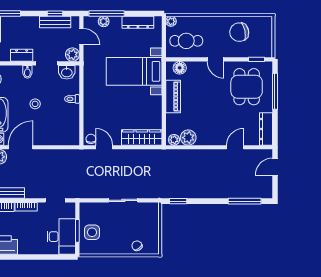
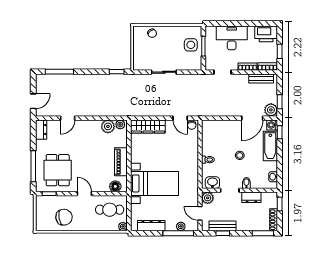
dresser: (266, 129) -> (41, 130), width x0.70
desk: (61, 237) -> (232, 38), moved, turned 90

